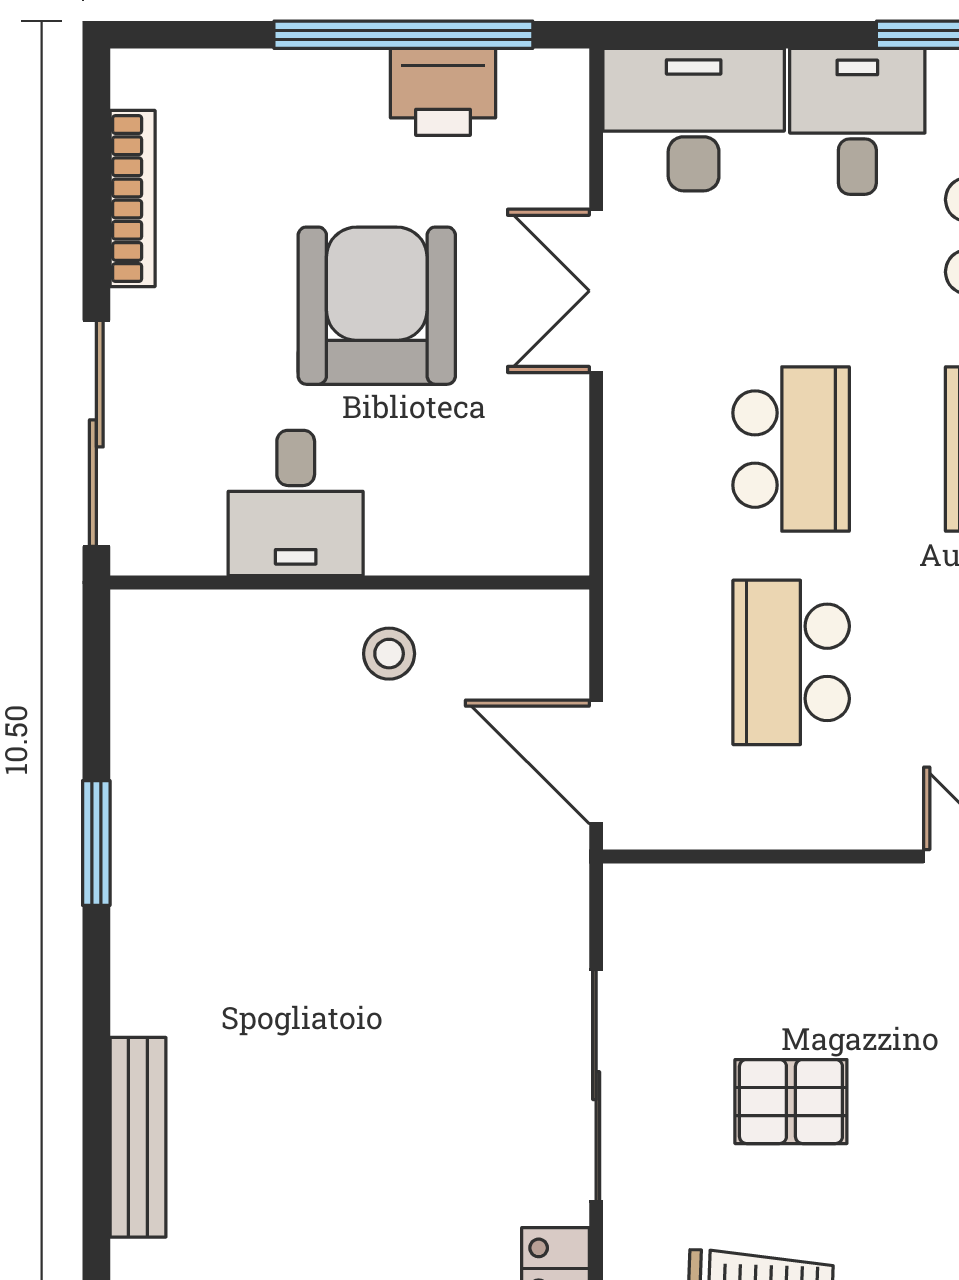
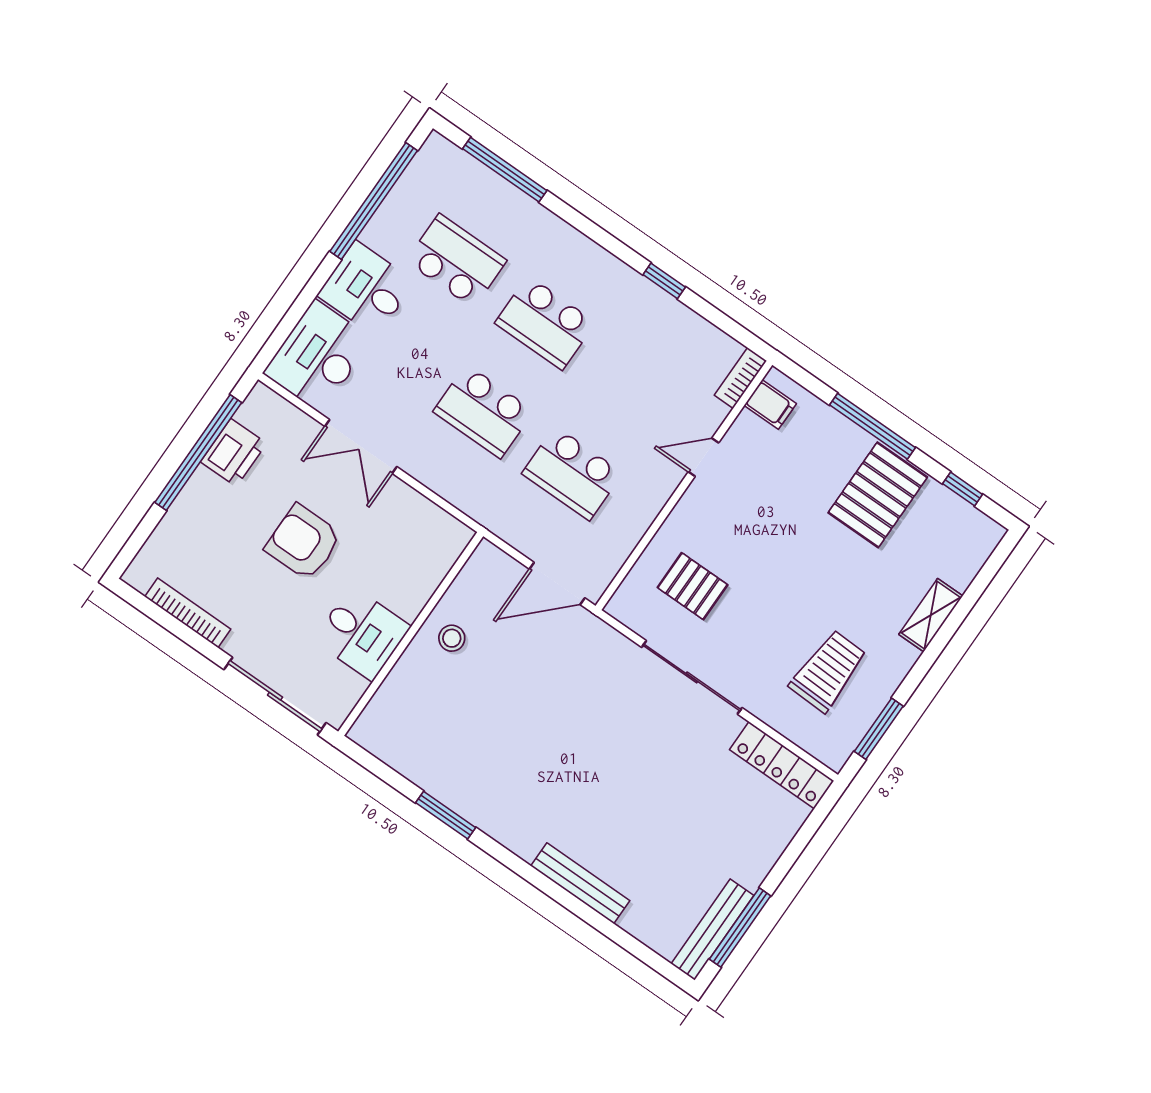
armchair: (377, 306) -> (303, 542), width x0.73, depth x0.73
school desk: (791, 449) -> (483, 411), turned 180
pallet: (791, 1102) -> (693, 586), moved, turned 90

